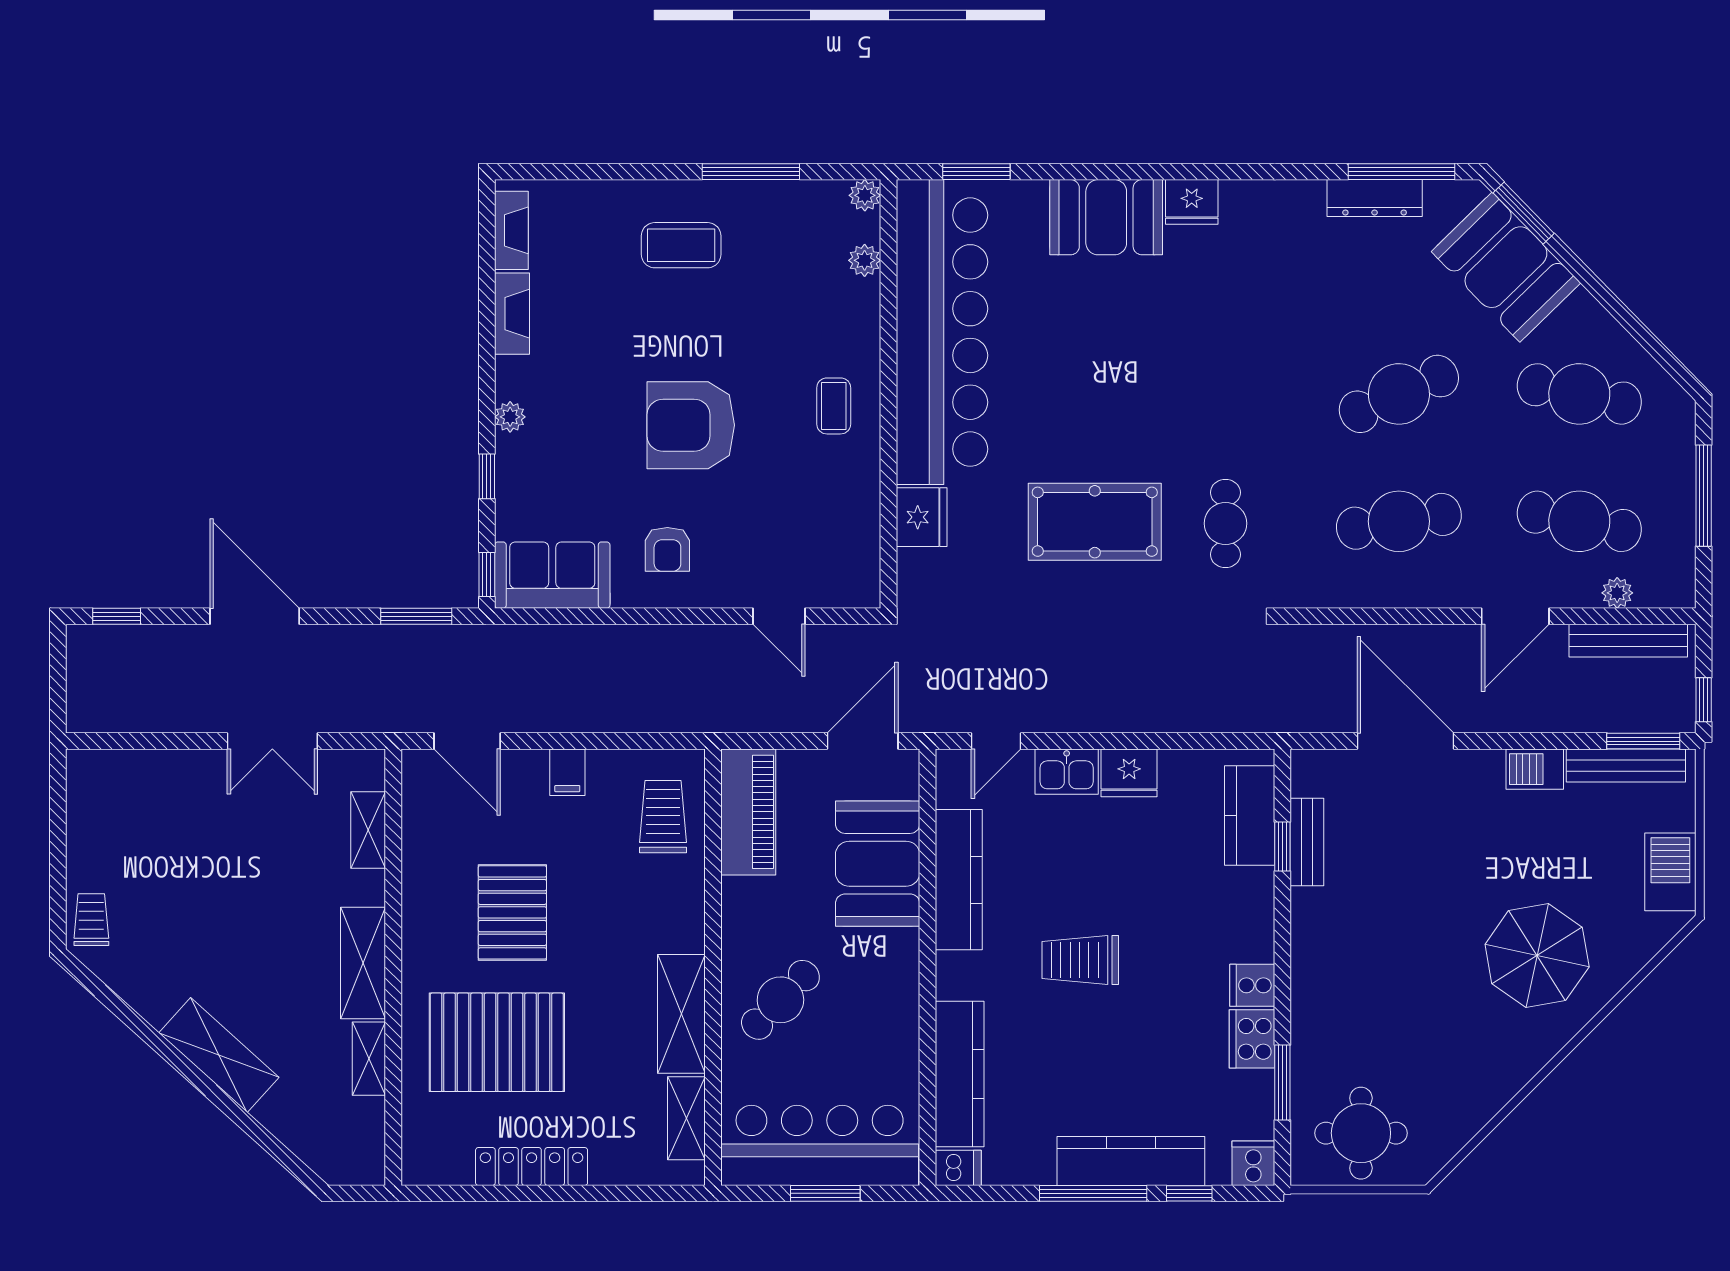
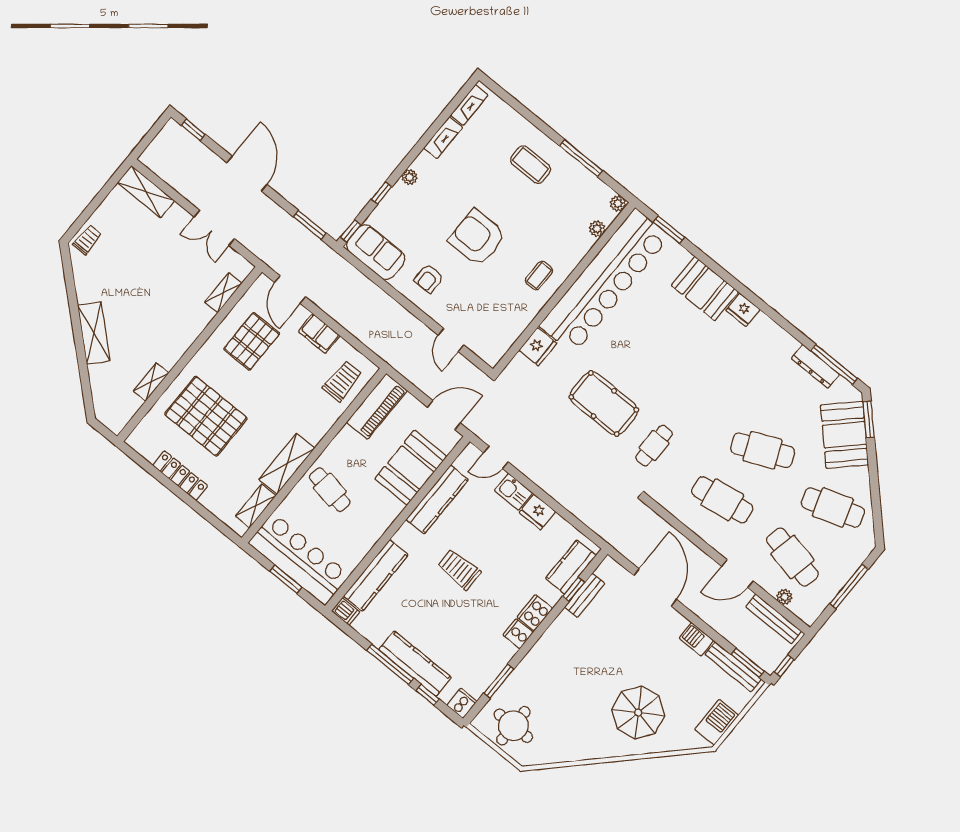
cafe table: (1579, 394) -> (833, 507), turned -30
filing cabinet: (567, 772) -> (319, 334), width x2.00
pallet: (512, 912) -> (252, 341), moved
shelving: (363, 963) -> (146, 192), moved, turned 90
cafe table: (780, 1000) -> (330, 490), turned 56
cooker: (1252, 1039) -> (535, 613), moved

